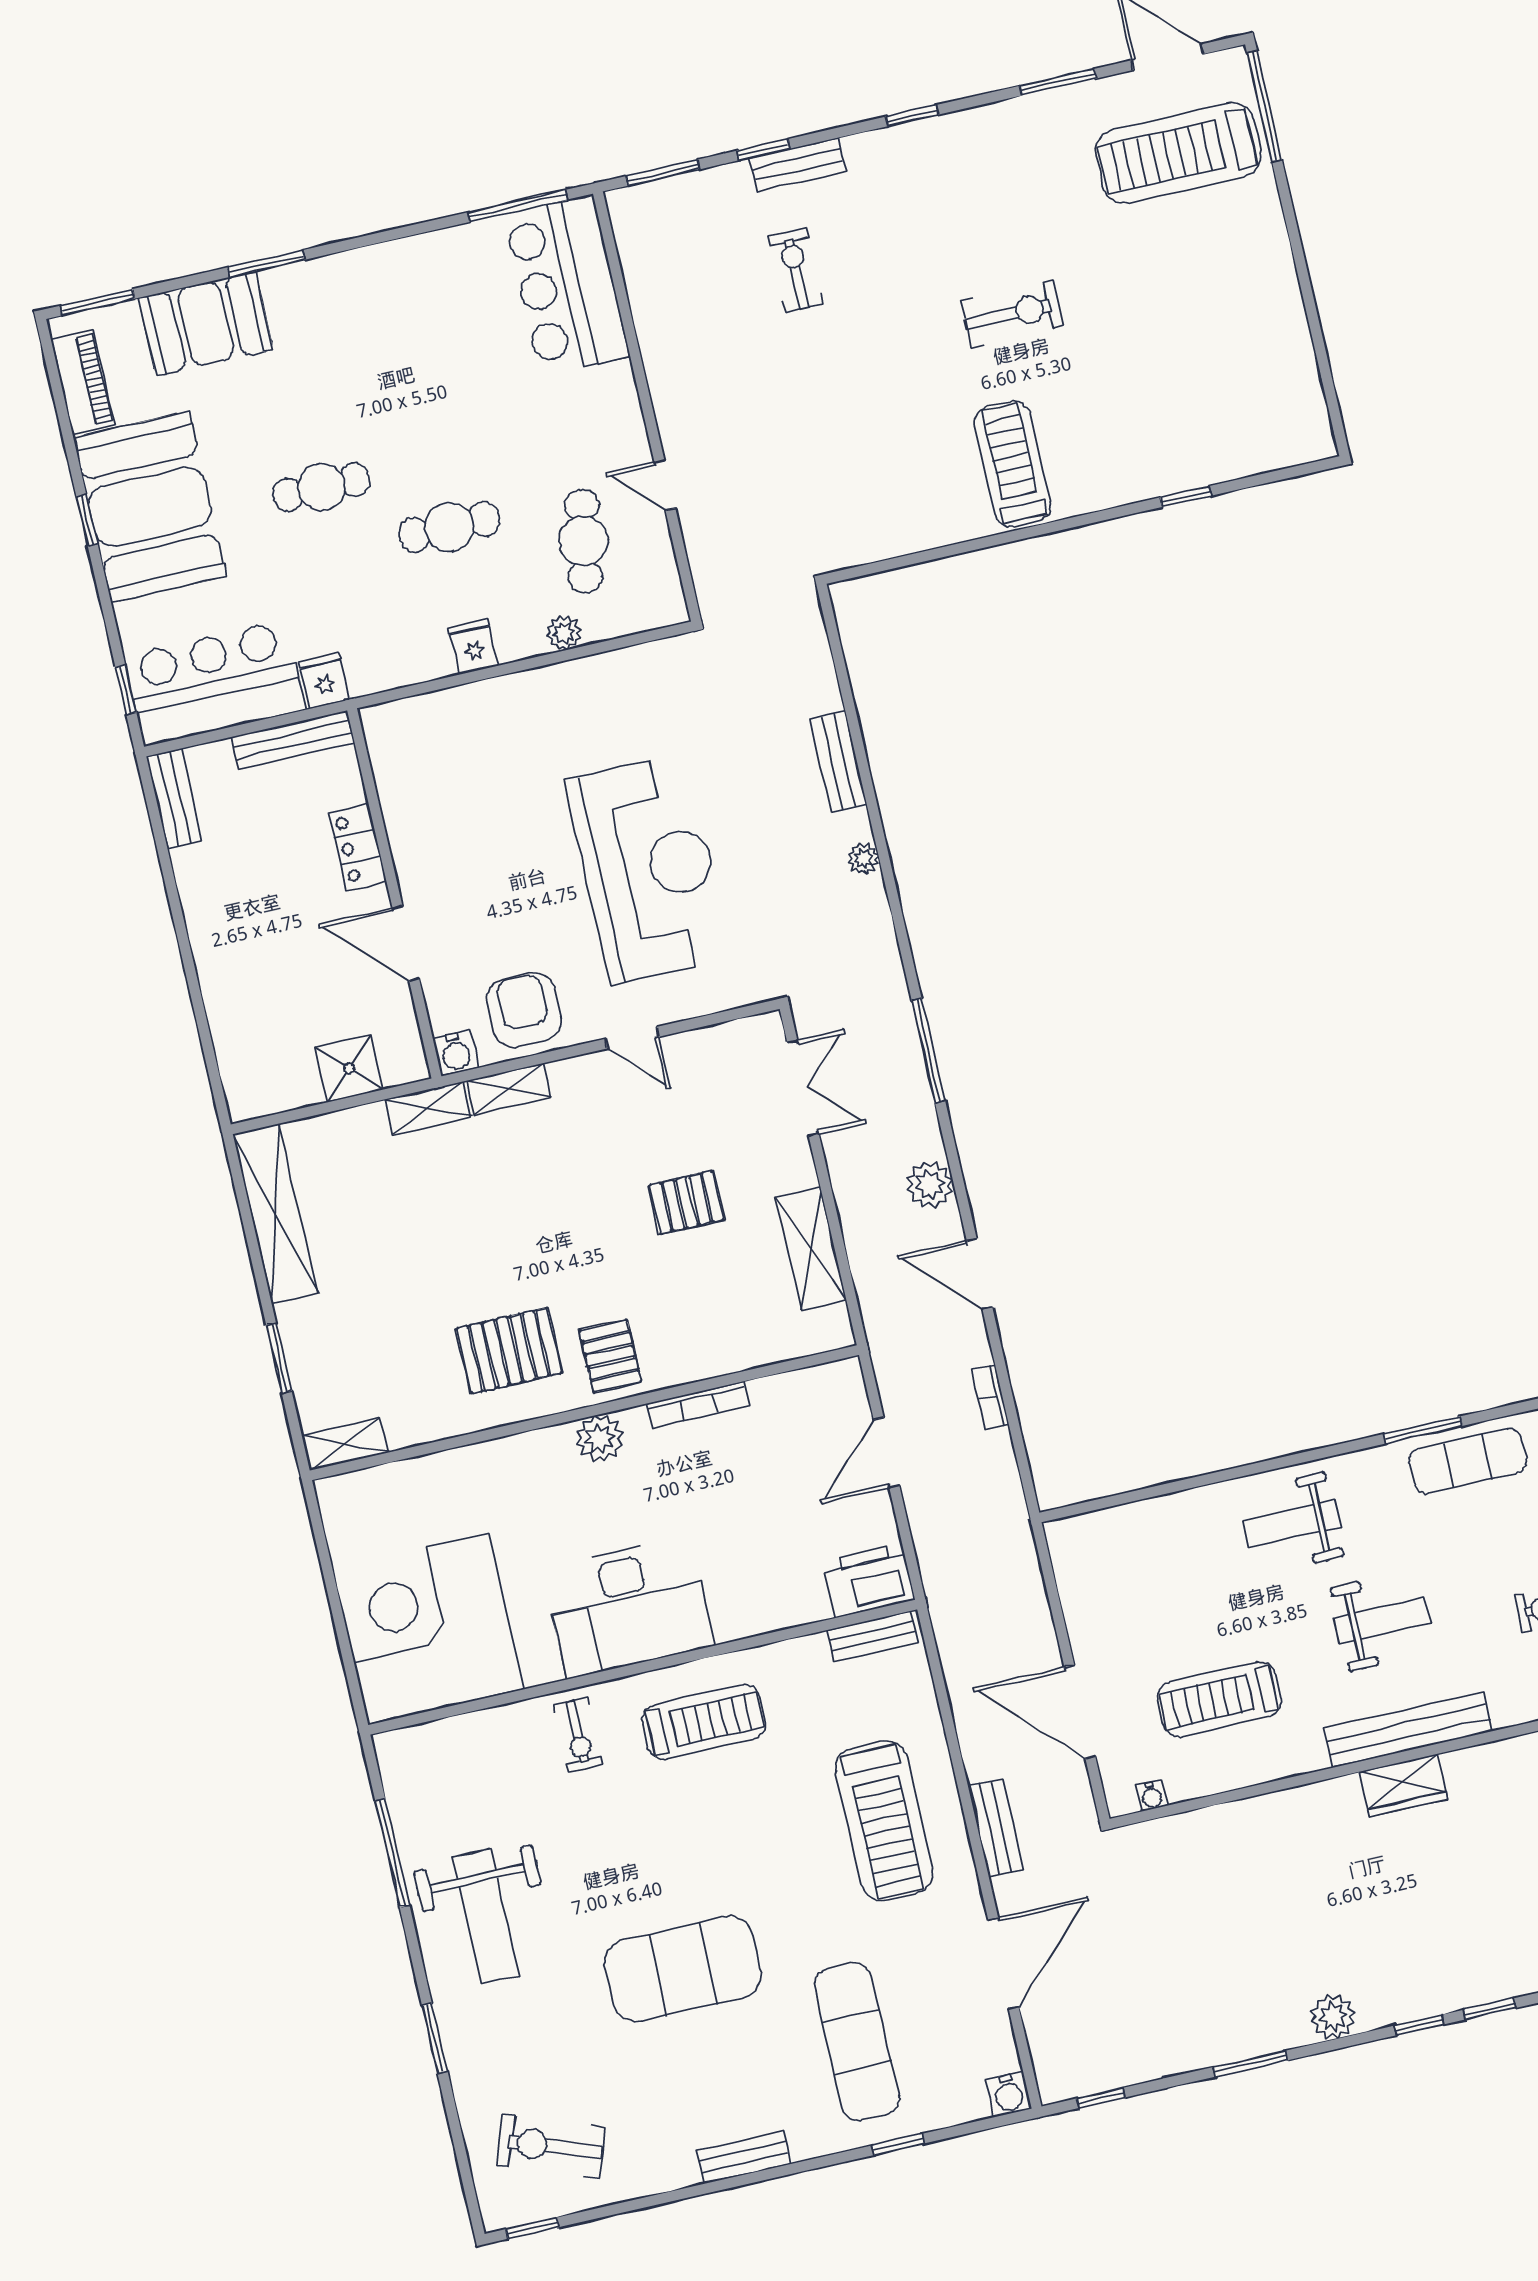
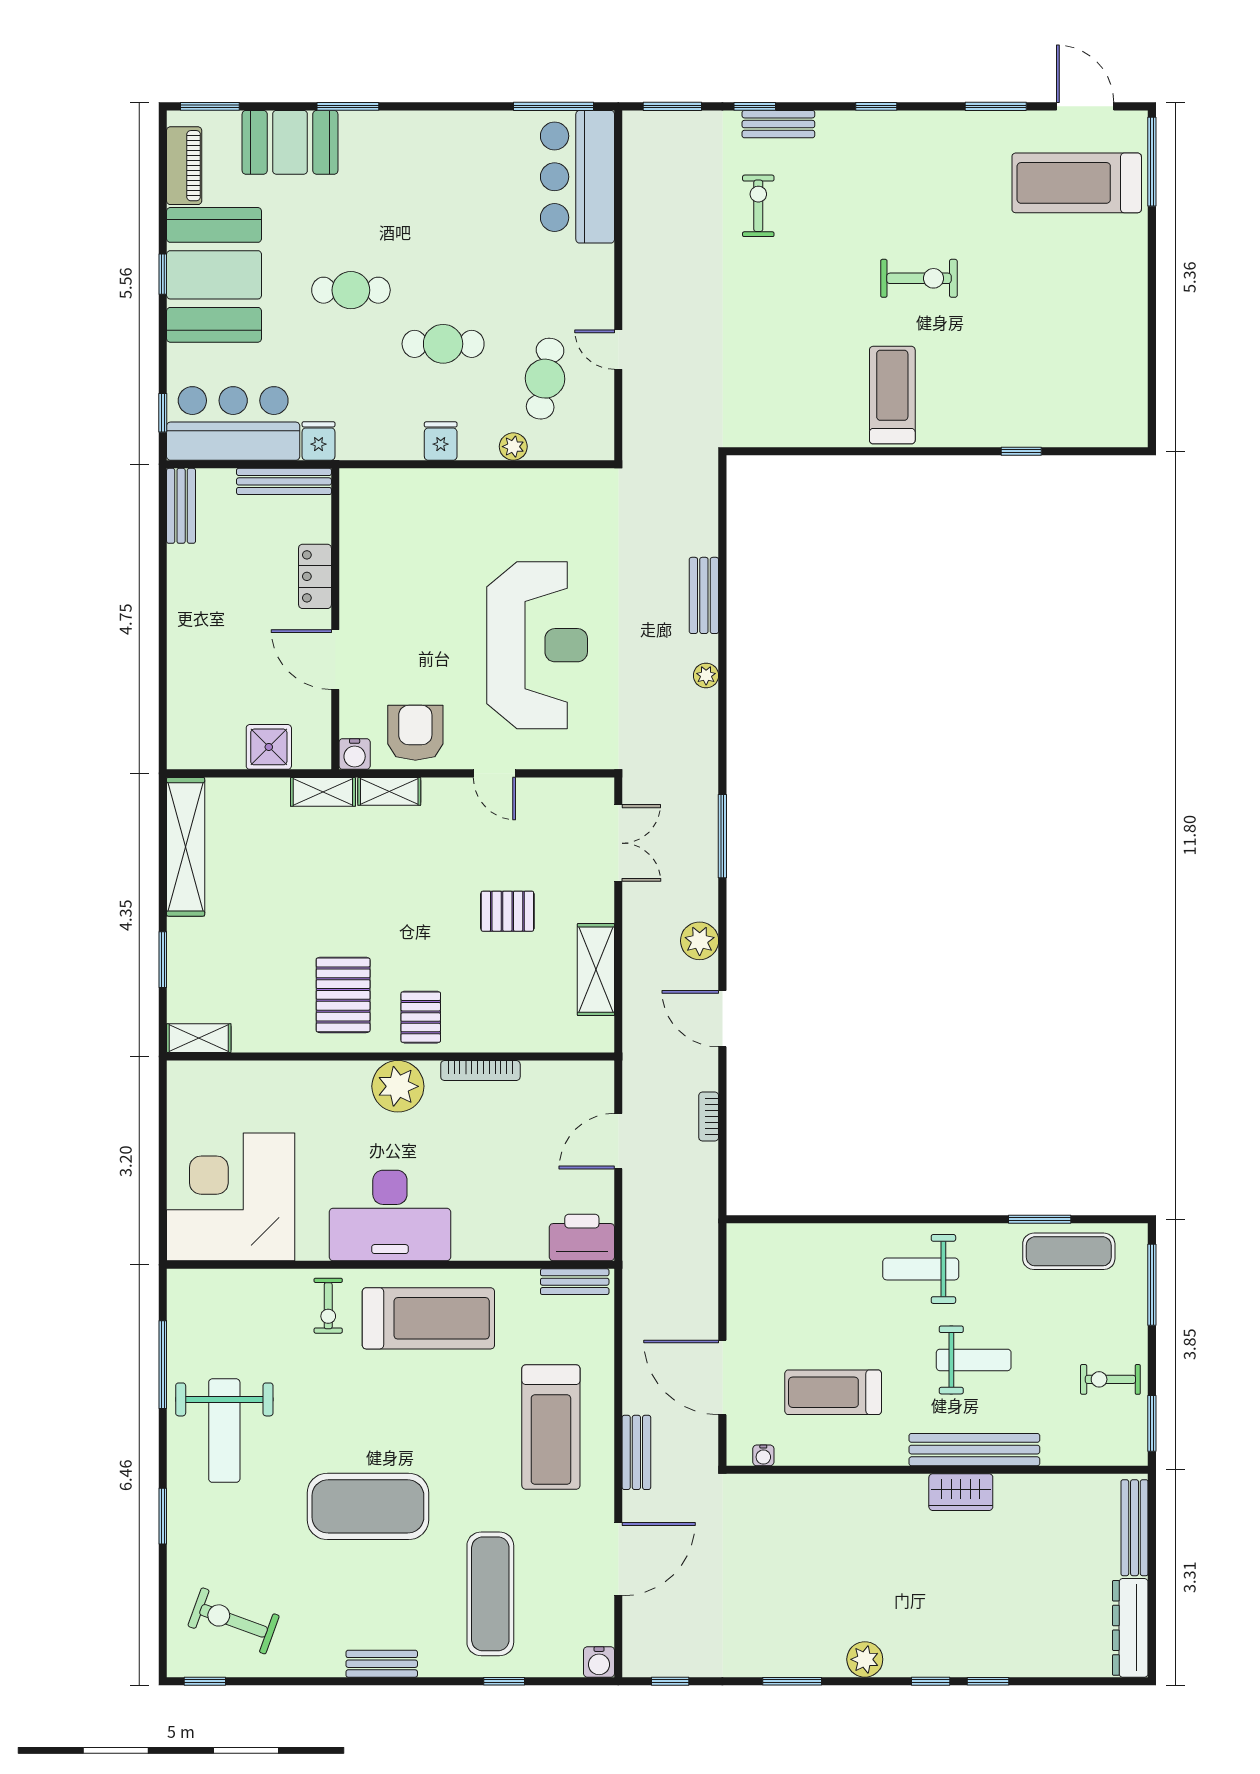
pallet: (509, 1351) -> (343, 995), turned 90
plant: (600, 1439) -> (398, 1086), width x1.36, depth x1.36
treadmill: (704, 1722) -> (428, 1318), width x1.37, depth x1.38

